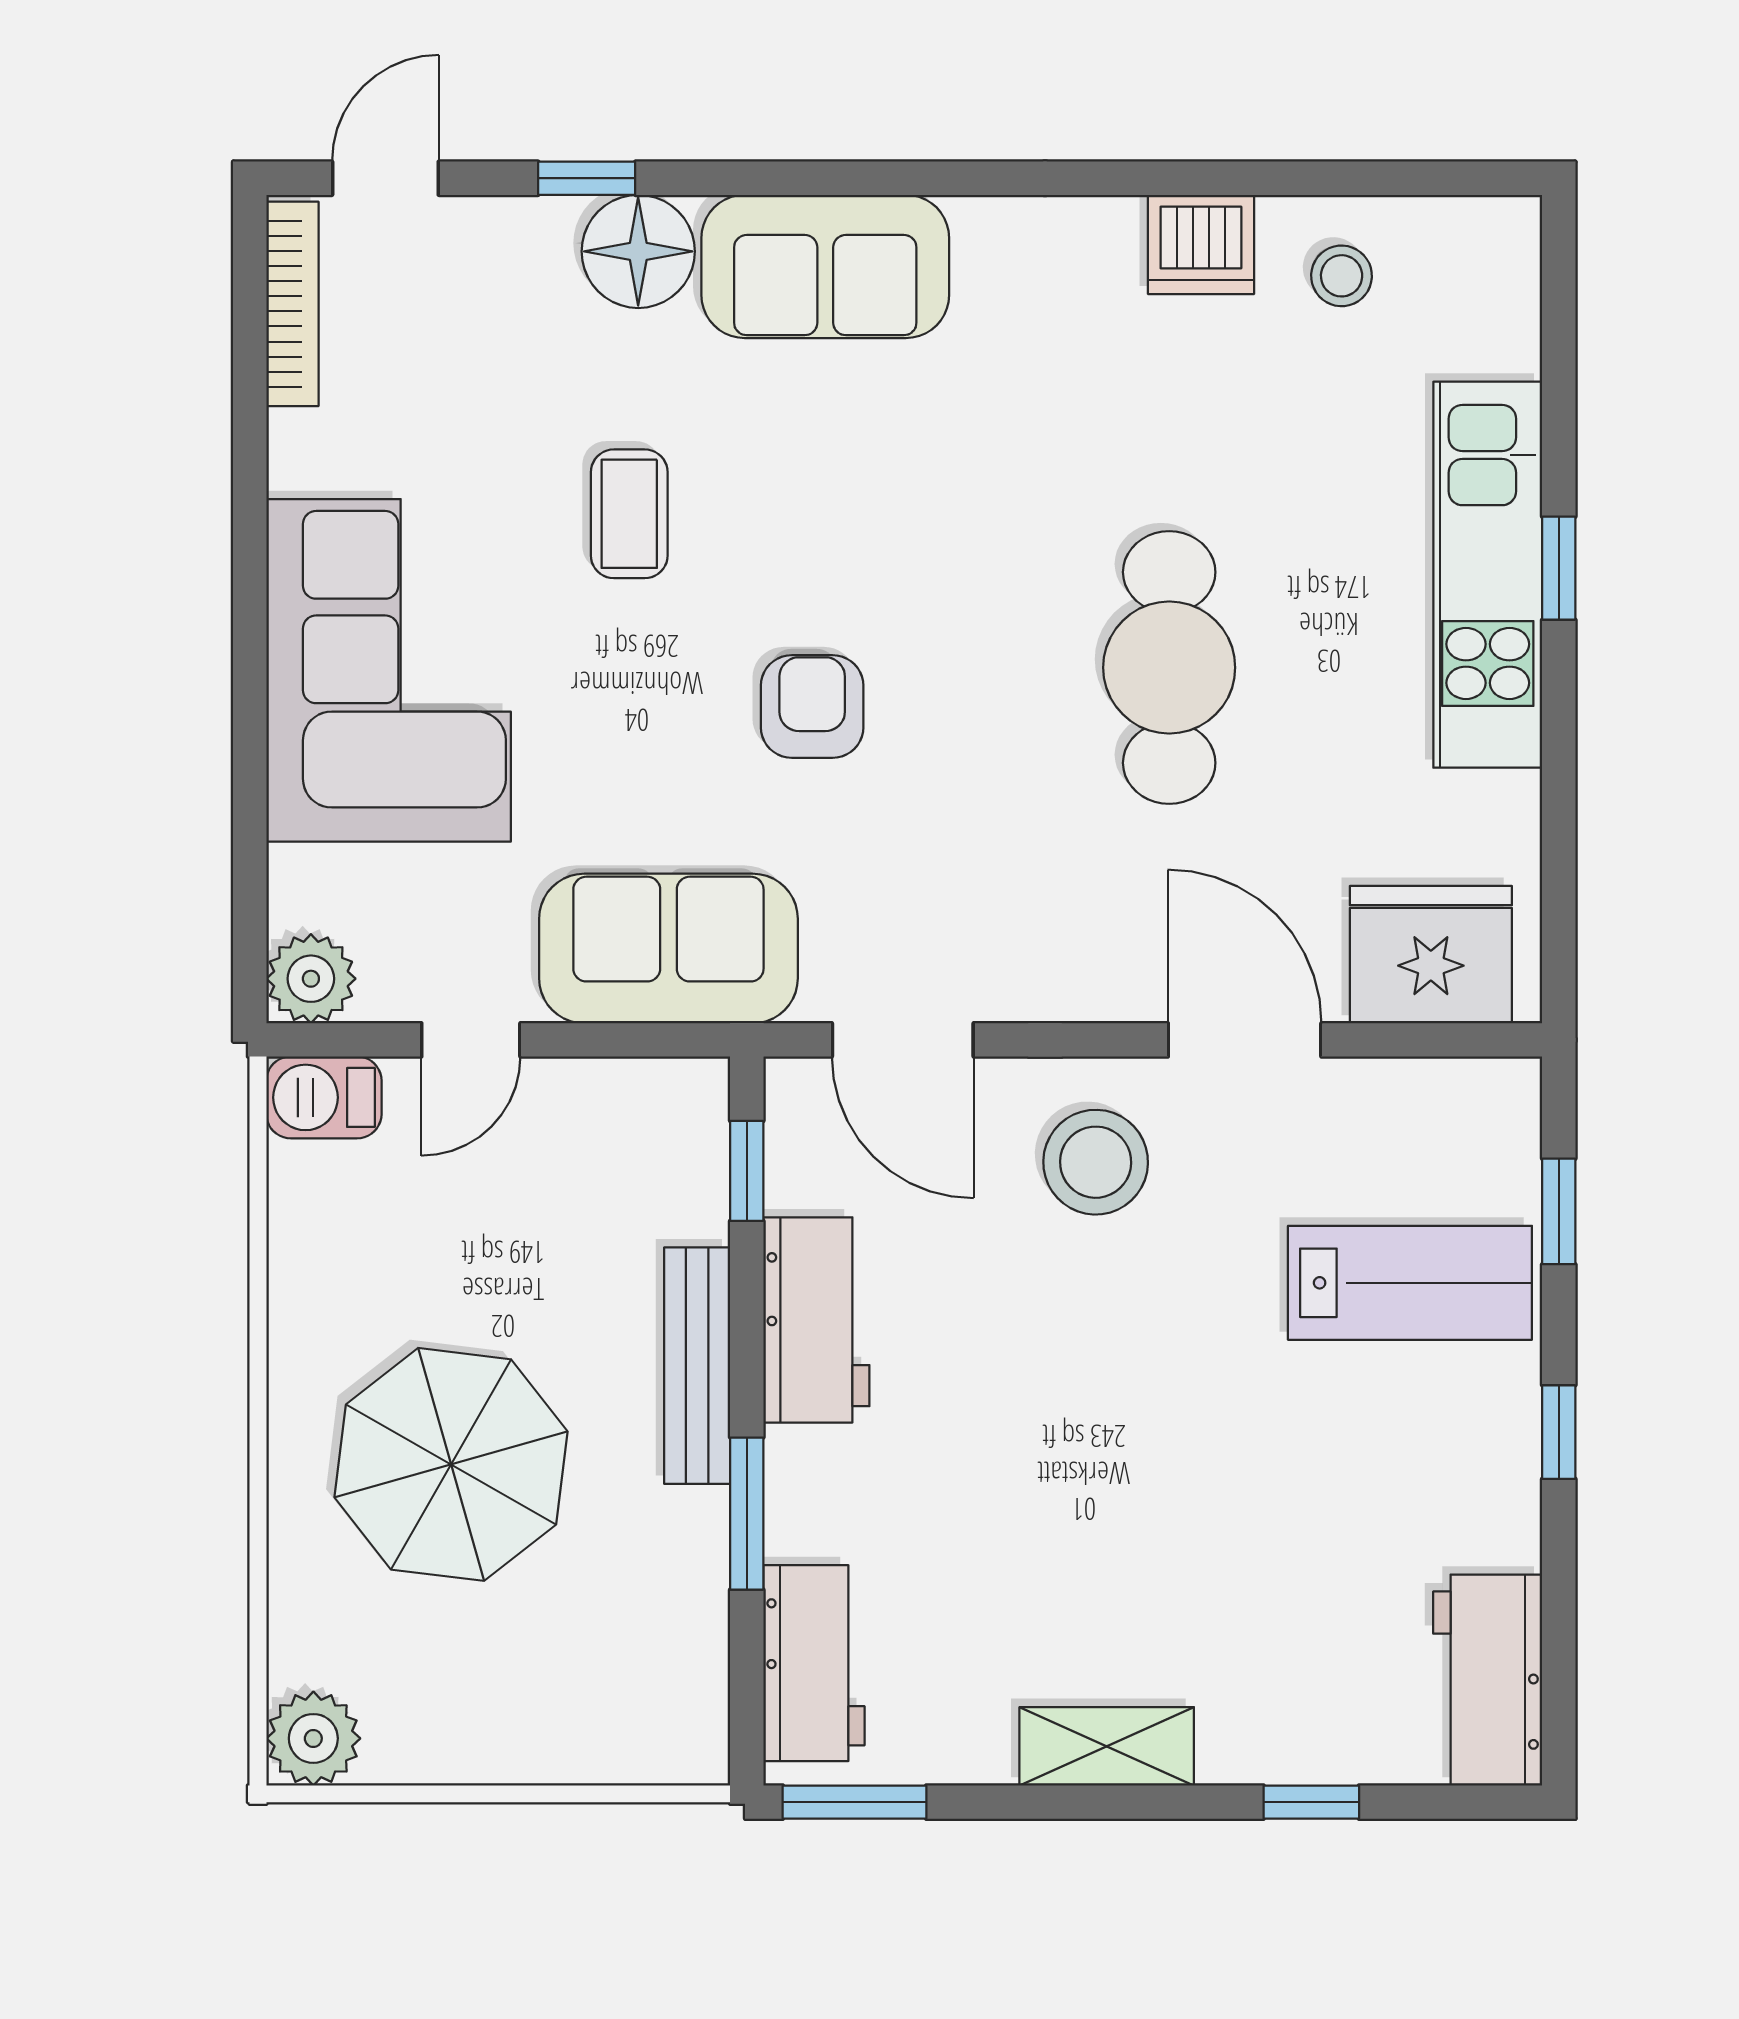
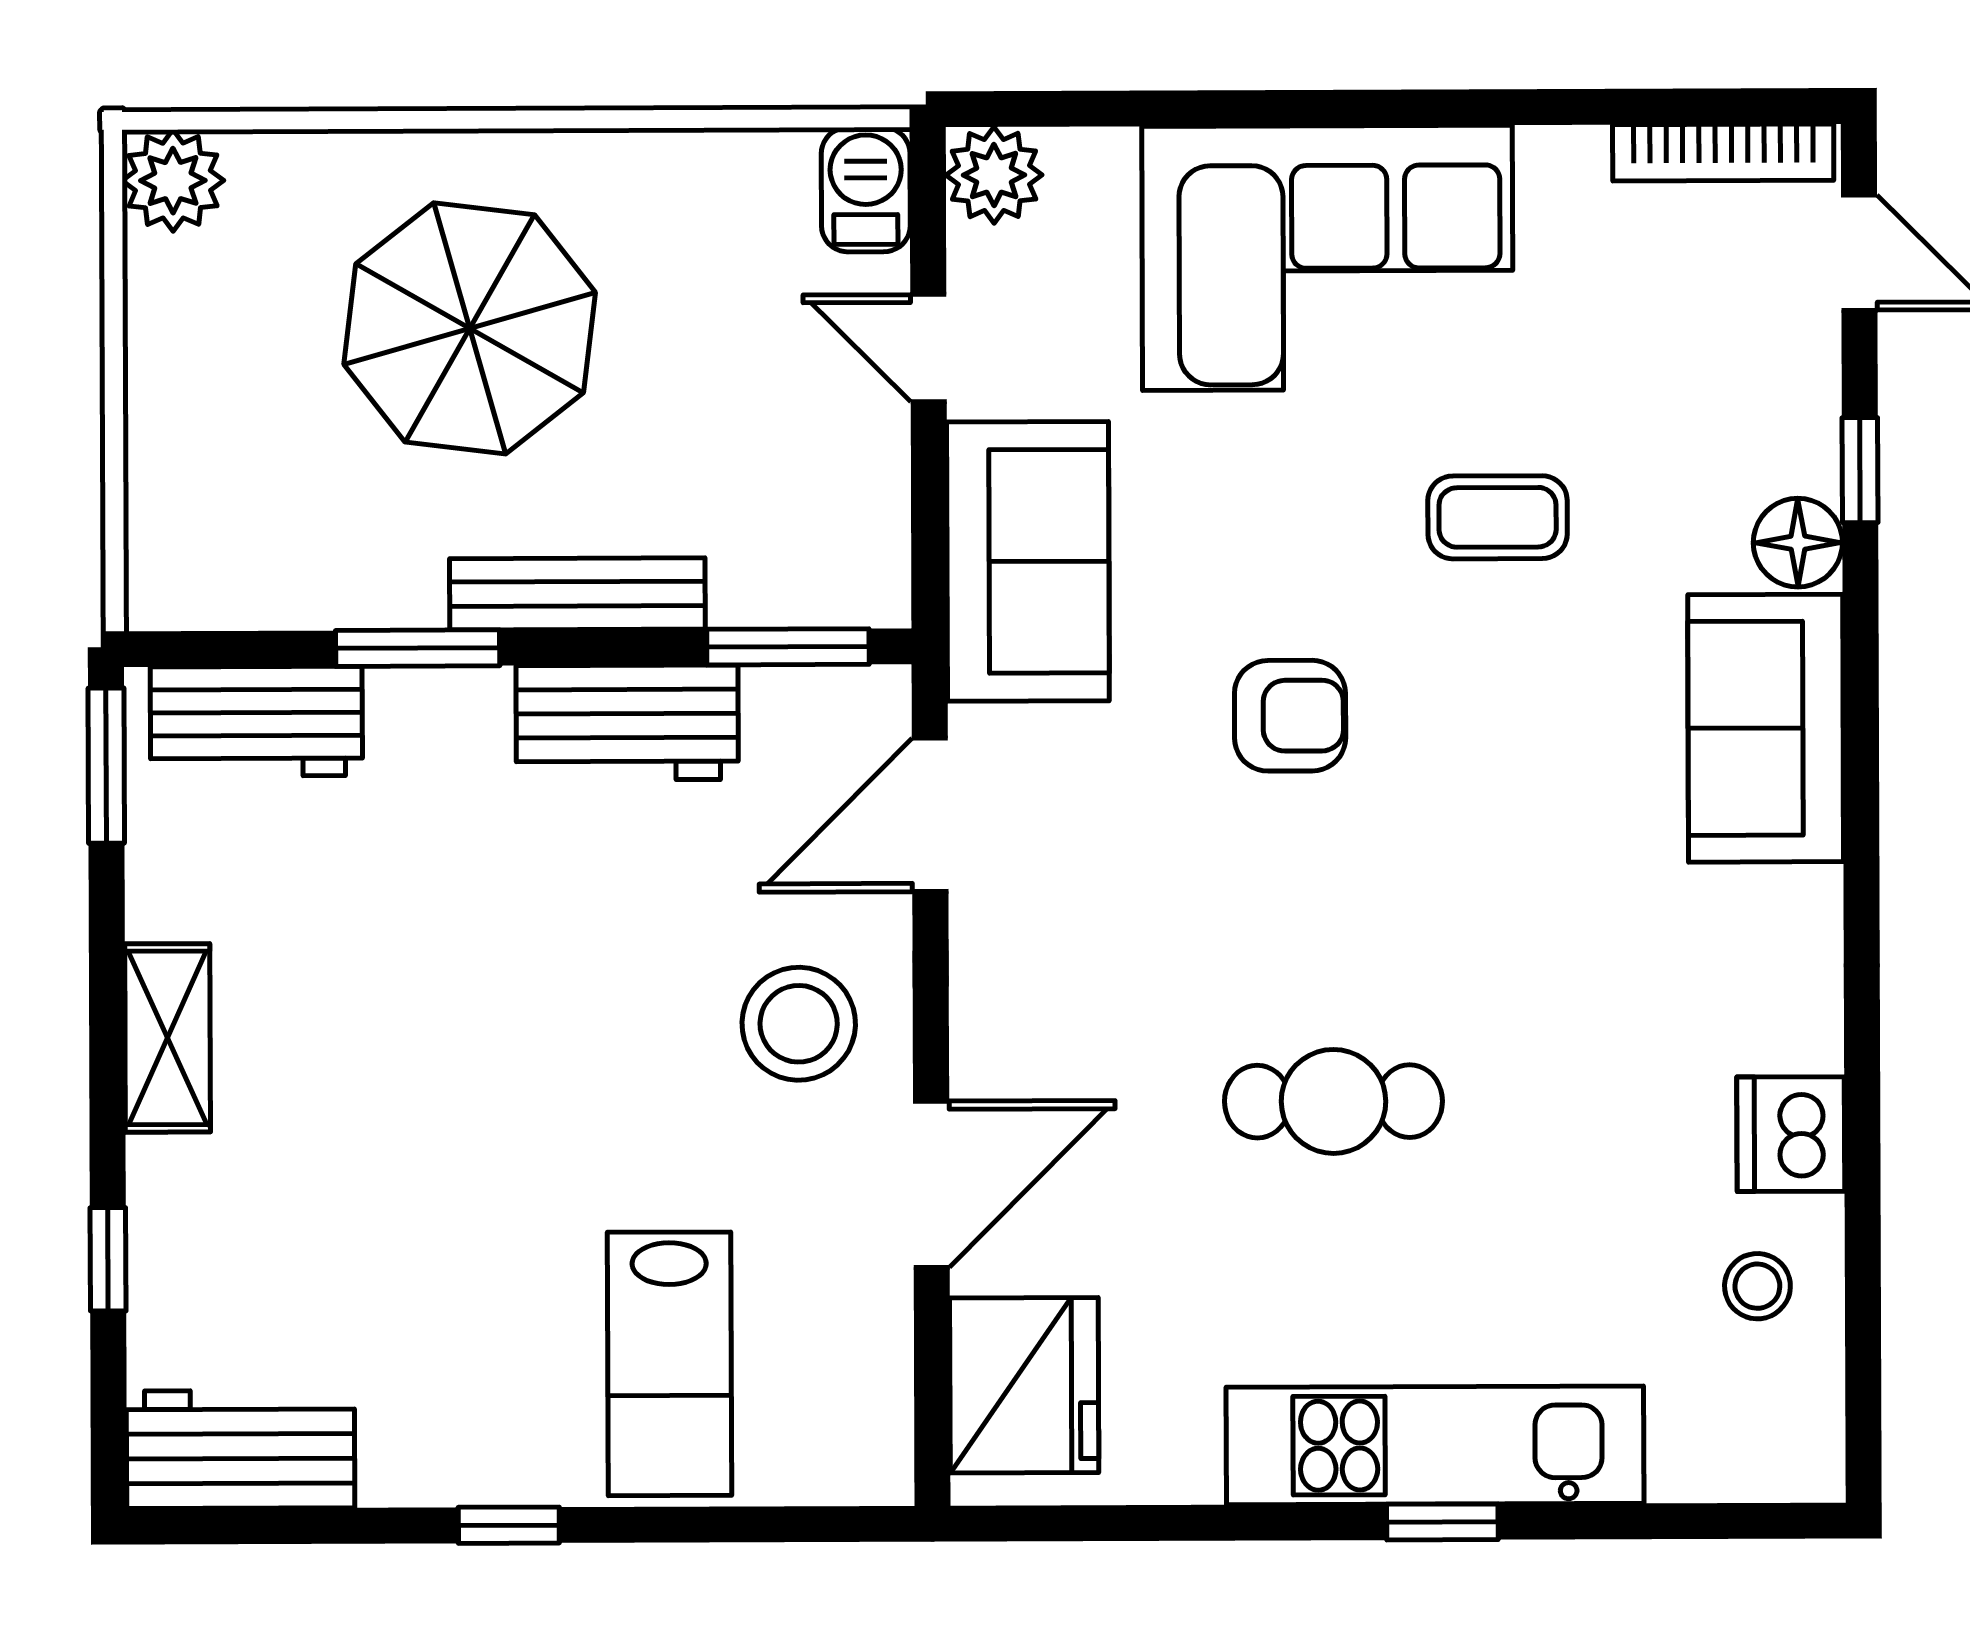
floor lamp: (638, 251) -> (1798, 543), width x0.73, depth x0.73
cafe table: (1169, 668) -> (1333, 1101), width x0.73, depth x0.74
window: (747, 1171) -> (788, 647), width x1.50
window: (1559, 1211) -> (747, 1524), removed

